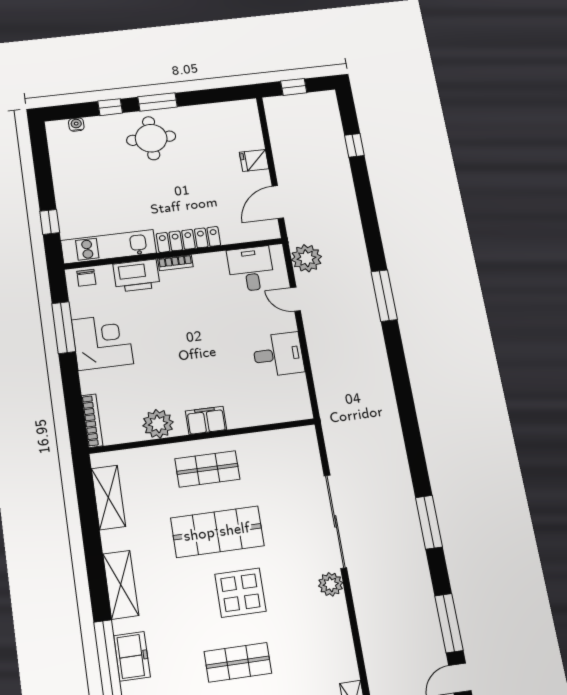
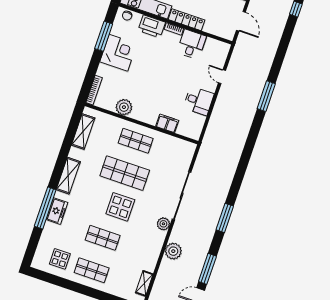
door: (278, 202) -> (241, 21), swing flipped
plant: (307, 258) -> (173, 251), moved
desk: (251, 269) -> (192, 44), moved
filing cabinet: (206, 420) -> (167, 123), moved

